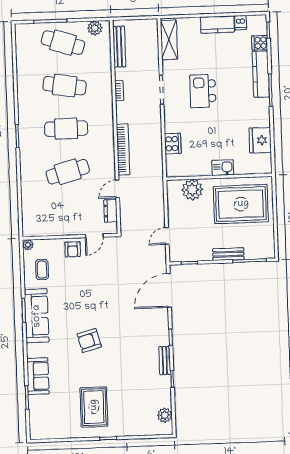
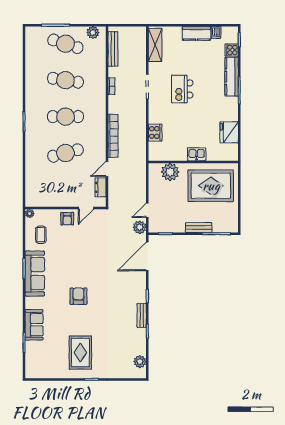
plant: (159, 256) -> (140, 227), added
armchair: (89, 341) -> (78, 296), turned 105

